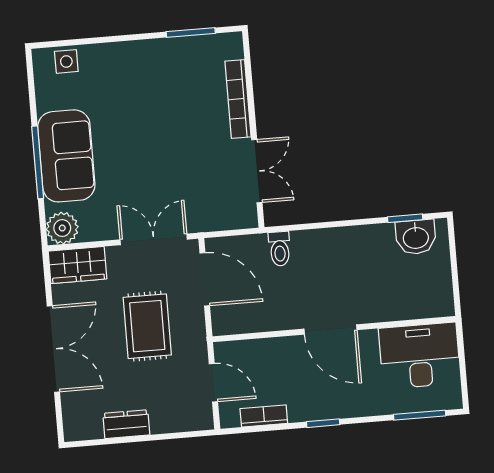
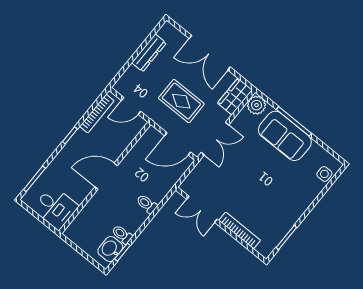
toilet: (384, 240) -> (122, 234), added
toilet: (280, 249) -> (147, 204), moved
desk: (420, 356) -> (55, 208), width x0.73
bookcase: (264, 416) -> (97, 113), width x1.56
dresser: (126, 424) -> (149, 53), width x1.44

